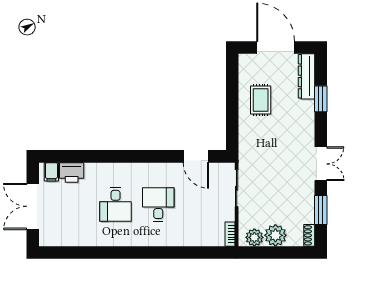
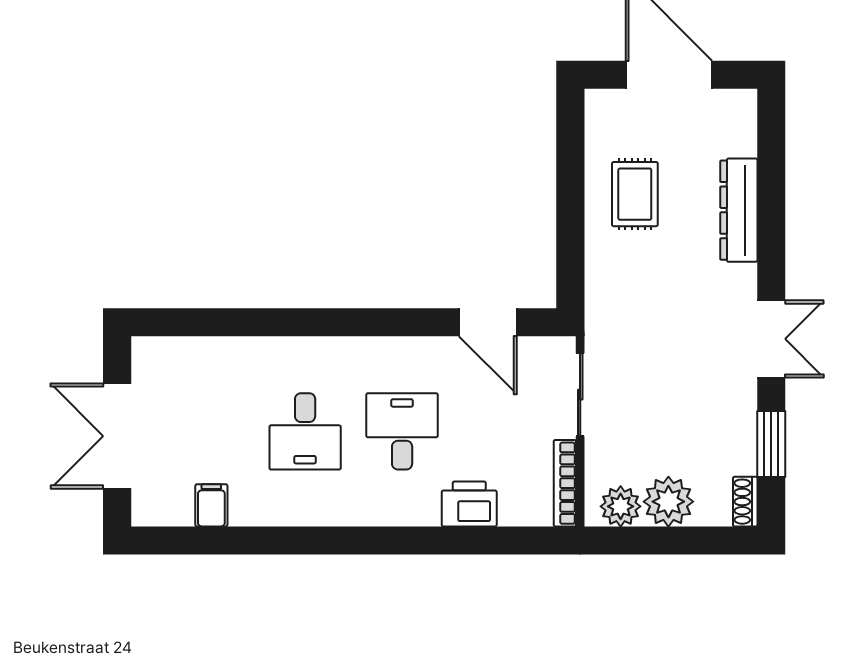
dresser: (306, 76) -> (739, 210), moved
window: (321, 99) -> (771, 192), removed
filing cabinet: (51, 172) -> (211, 505), moved, turned 180
printer: (72, 172) -> (469, 504), moved, turned 180
bookcase: (230, 234) -> (565, 483), width x1.56

